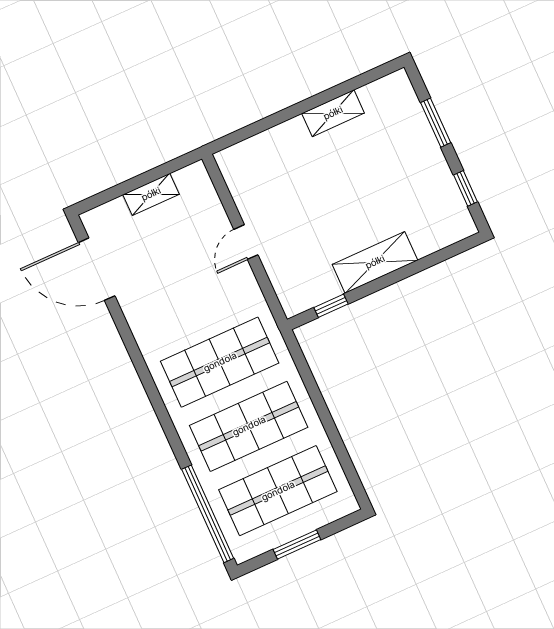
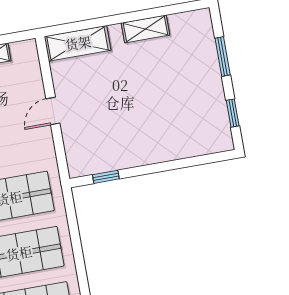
shelving: (375, 262) -> (78, 43), moved

